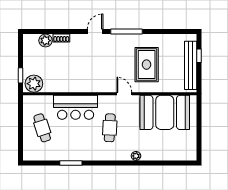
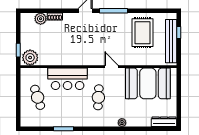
rug: (147, 65) -> (142, 33), moved
dresser: (183, 155) -> (164, 122), added

